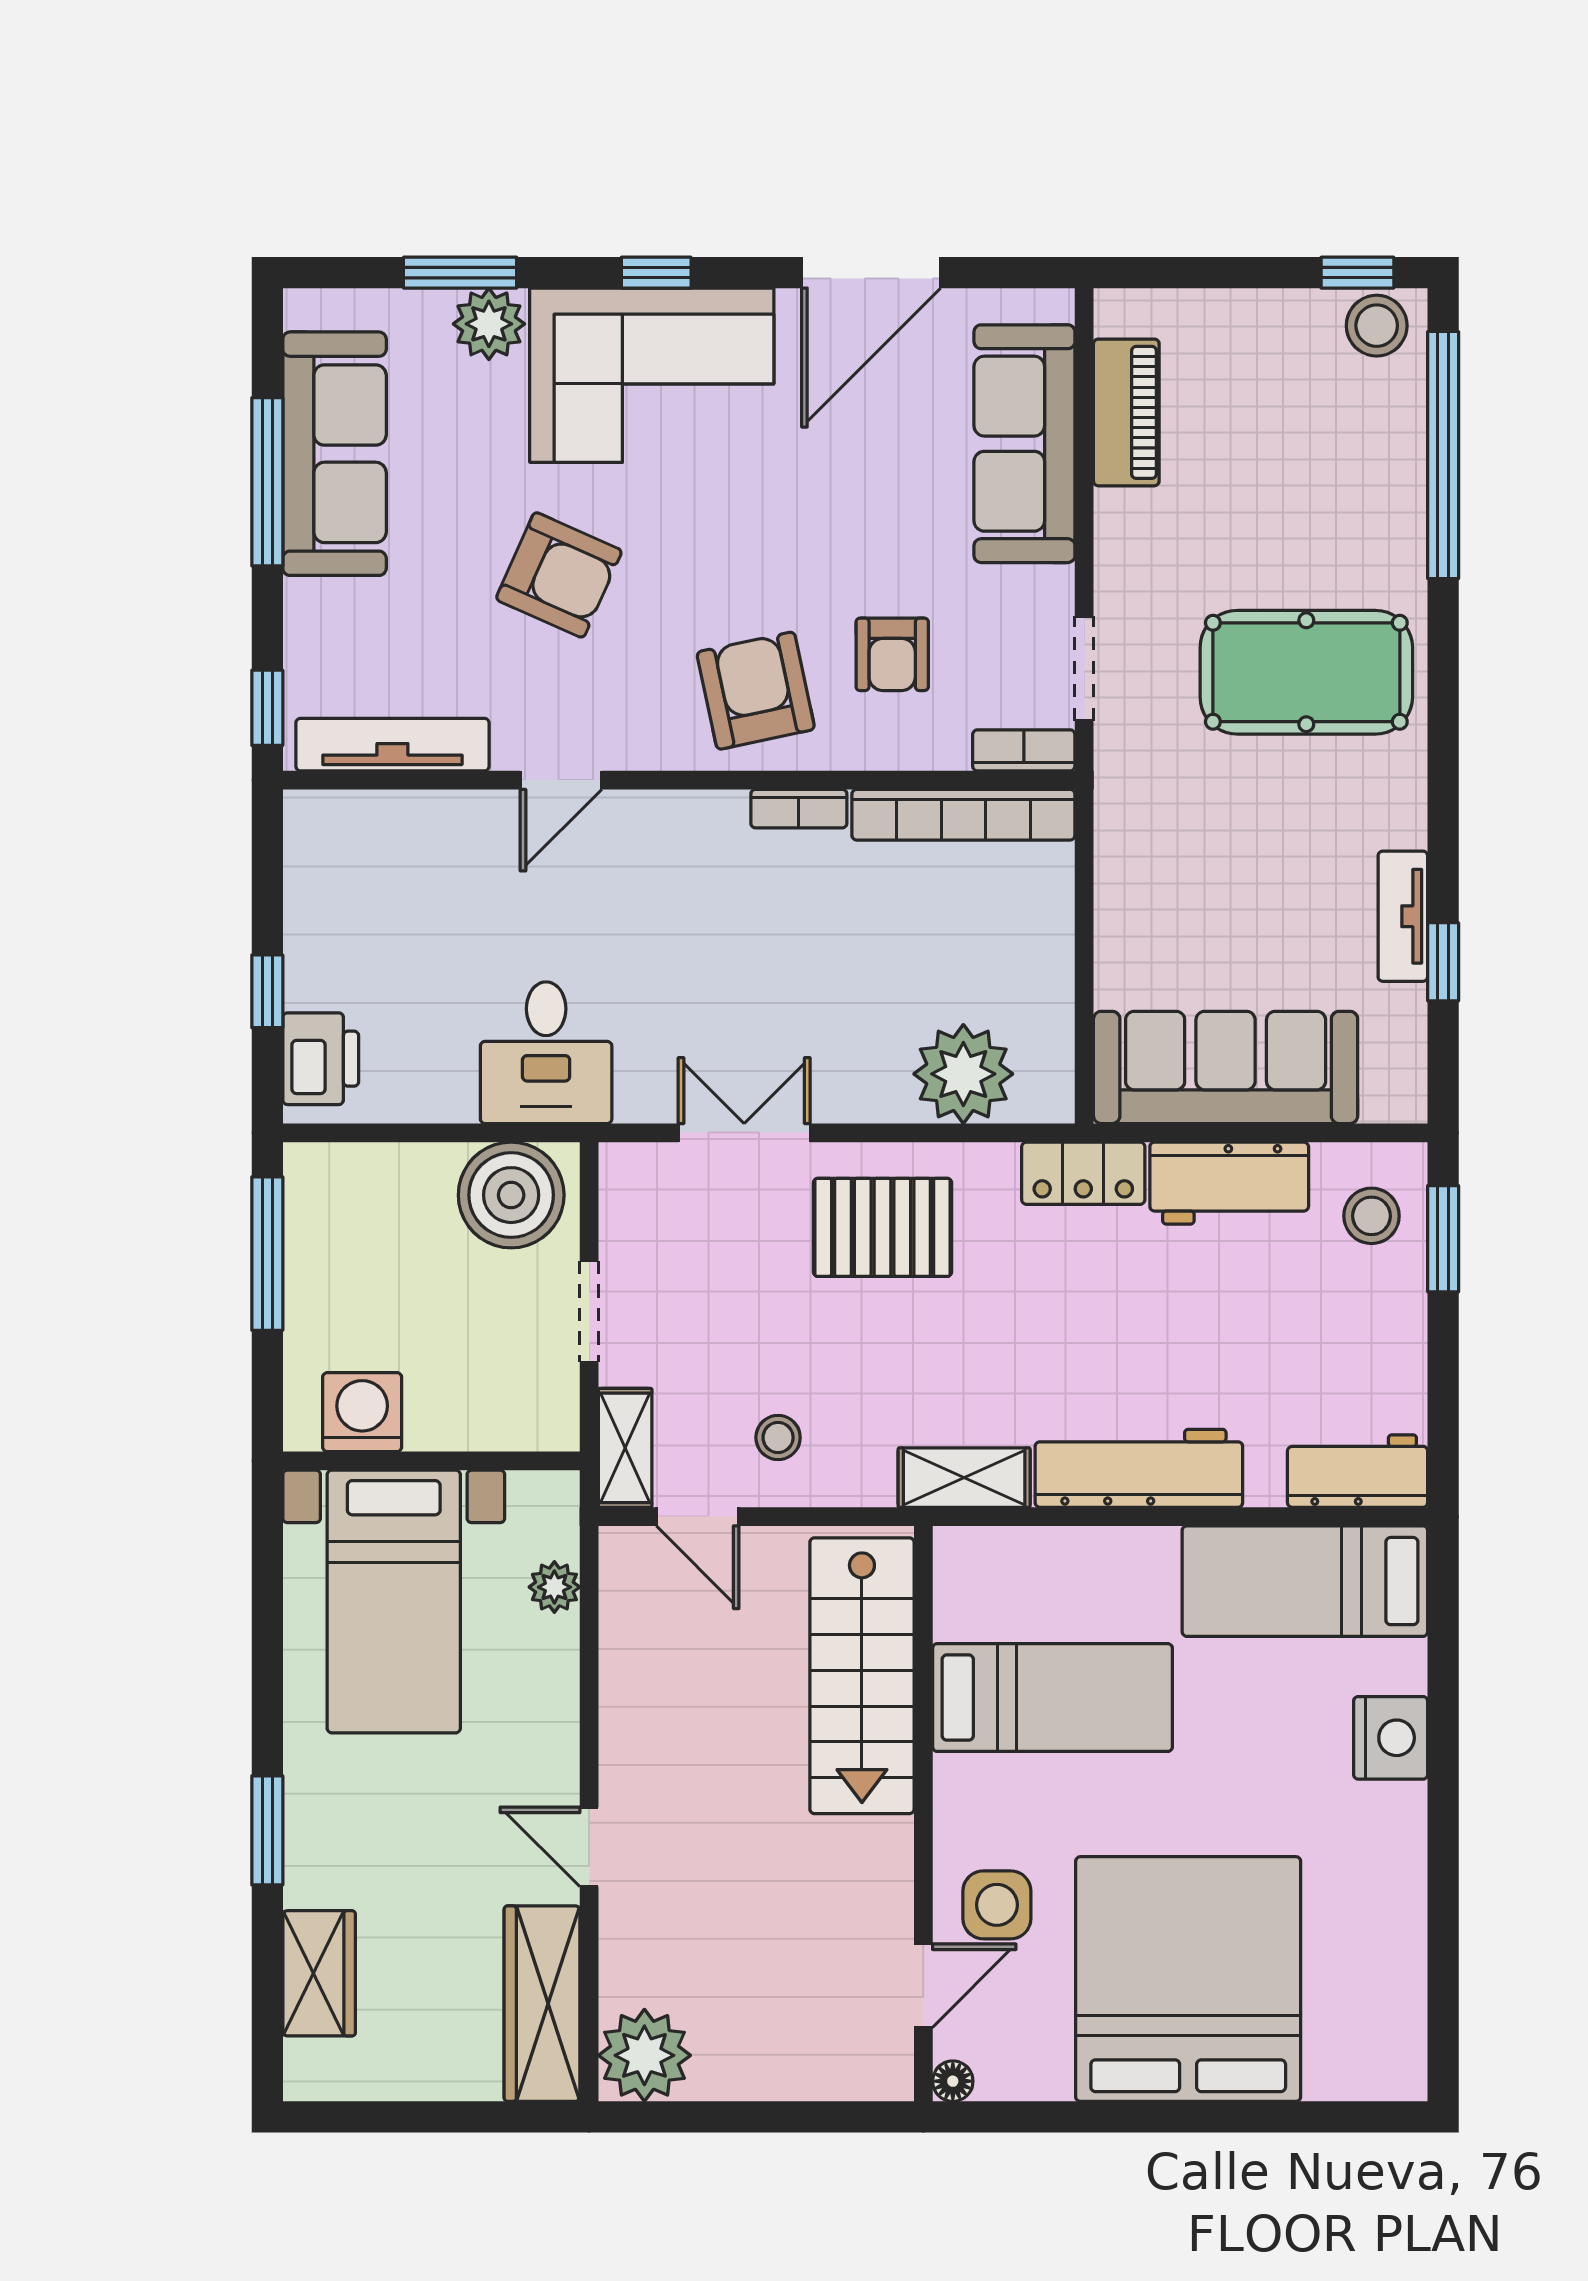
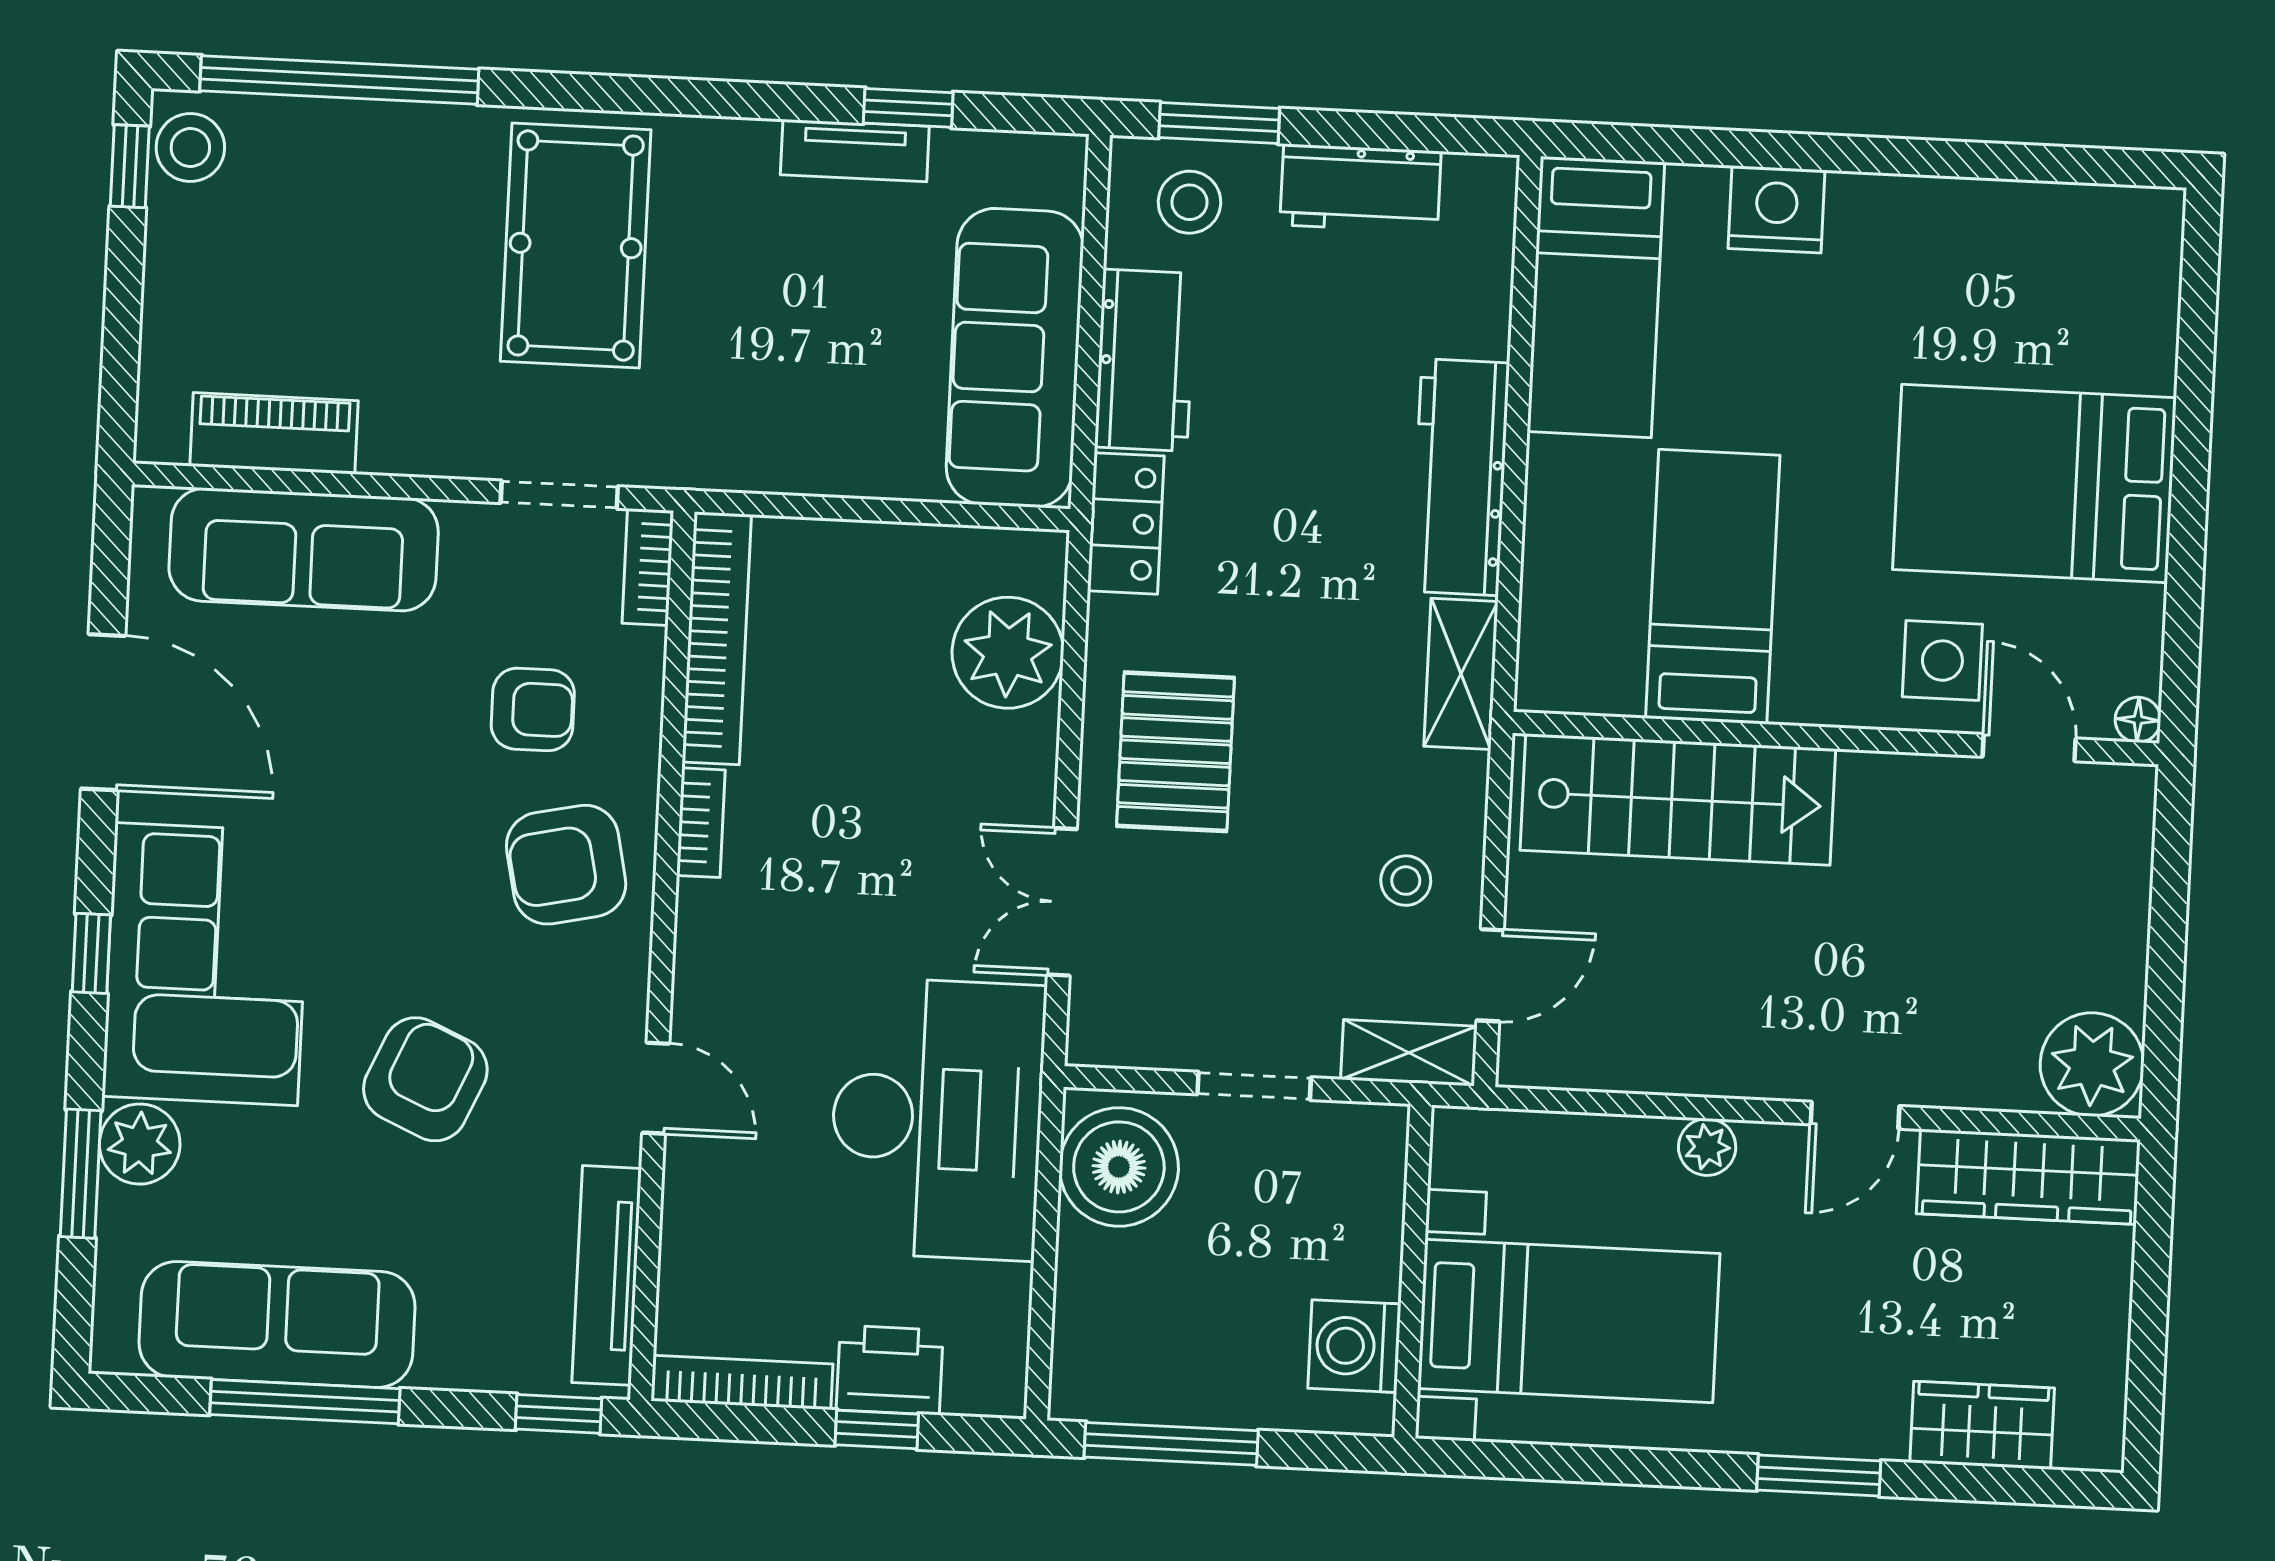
bookcase: (303, 869) -> (742, 1382), added
desk: (546, 1053) -> (937, 1119), width x1.87, depth x1.30
printer: (321, 1059) -> (890, 1370), moved
workbench: (1358, 1471) -> (1361, 188), moved, turned -90
plant: (554, 1587) -> (1707, 1147), moved
bed: (1188, 1979) -> (2035, 484), width x0.73

